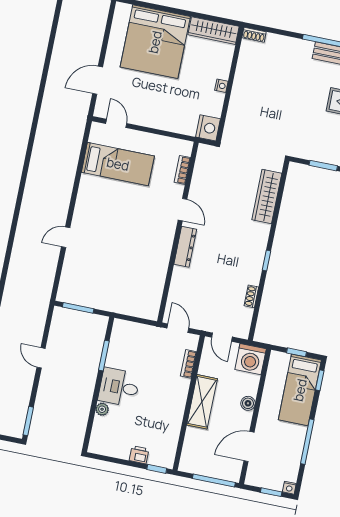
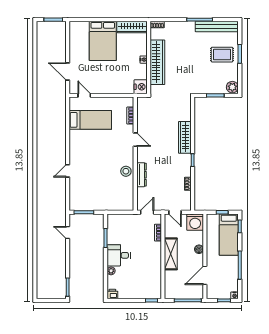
bed: (155, 42) -> (103, 41), width x0.73
door: (98, 80) -> (68, 72), hinge flipped
wardrobe: (242, 94) -> (157, 62), added
wardrobe: (267, 197) -> (185, 137), moved
dresser: (185, 247) -> (141, 175), moved
stool: (158, 257) -> (126, 171), added
door: (178, 328) -> (147, 212), hinge flipped
door: (41, 358) -> (68, 233), moved
printer: (139, 455) -> (112, 294), moved

